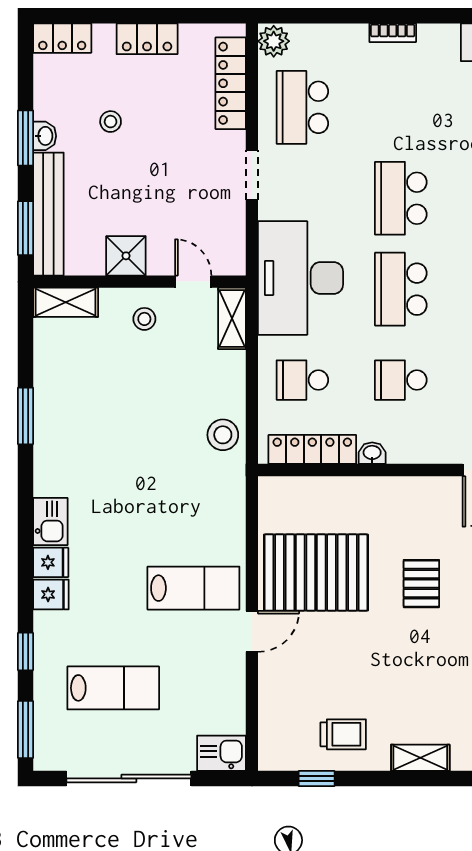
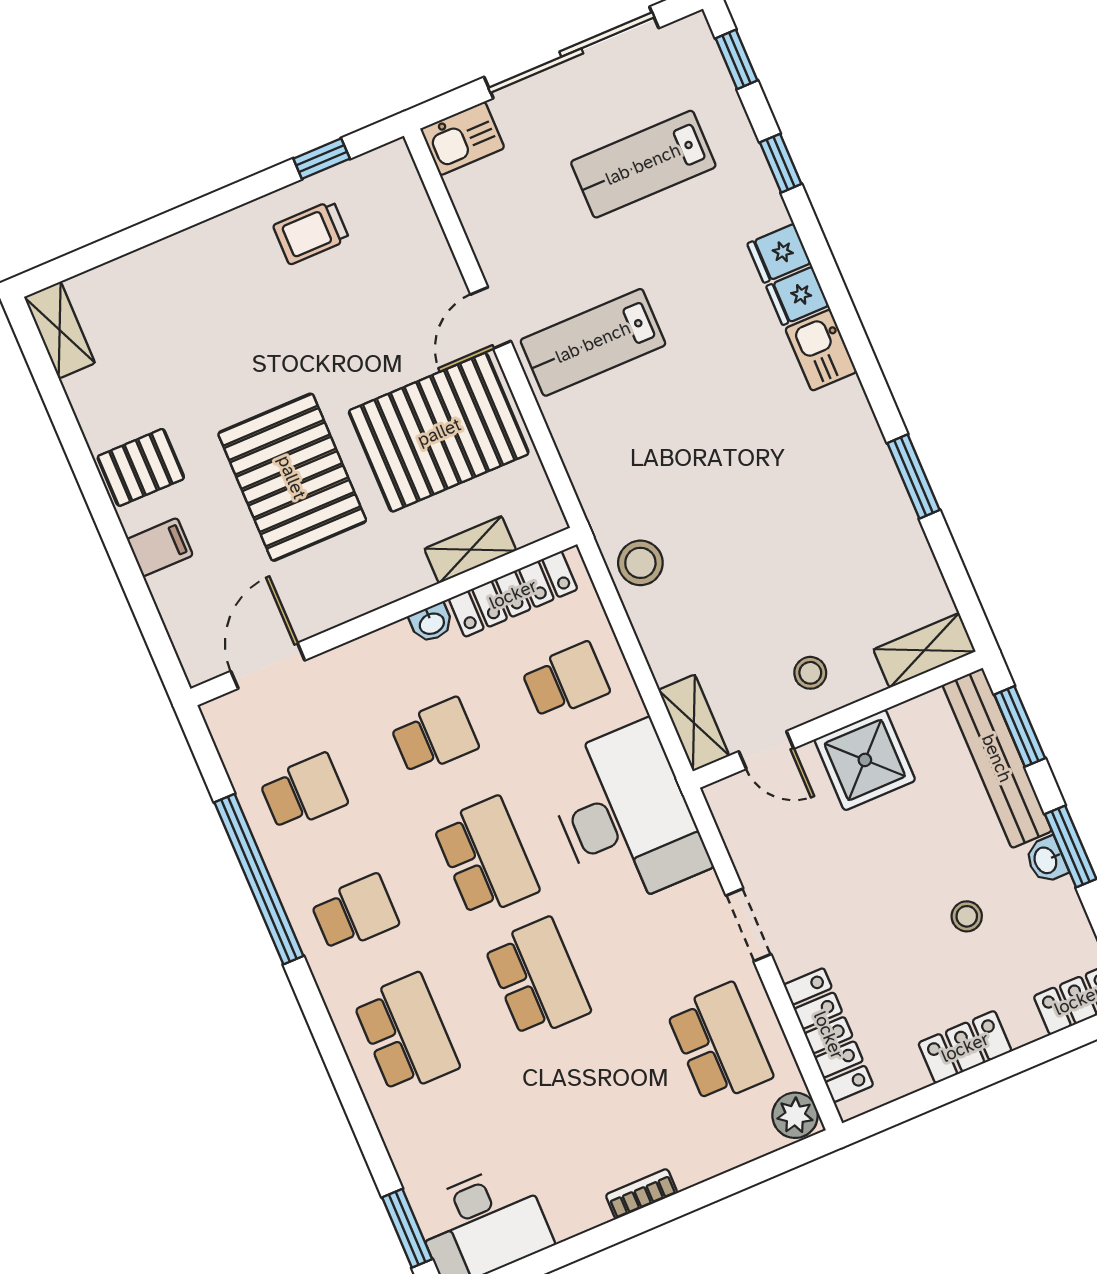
shower: (126, 256) -> (865, 760), width x1.36, depth x1.36
pallet: (421, 584) -> (292, 477), width x2.05, depth x2.00
window: (26, 730) -> (737, 59), width x0.67
shelving: (420, 758) -> (470, 550), moved

